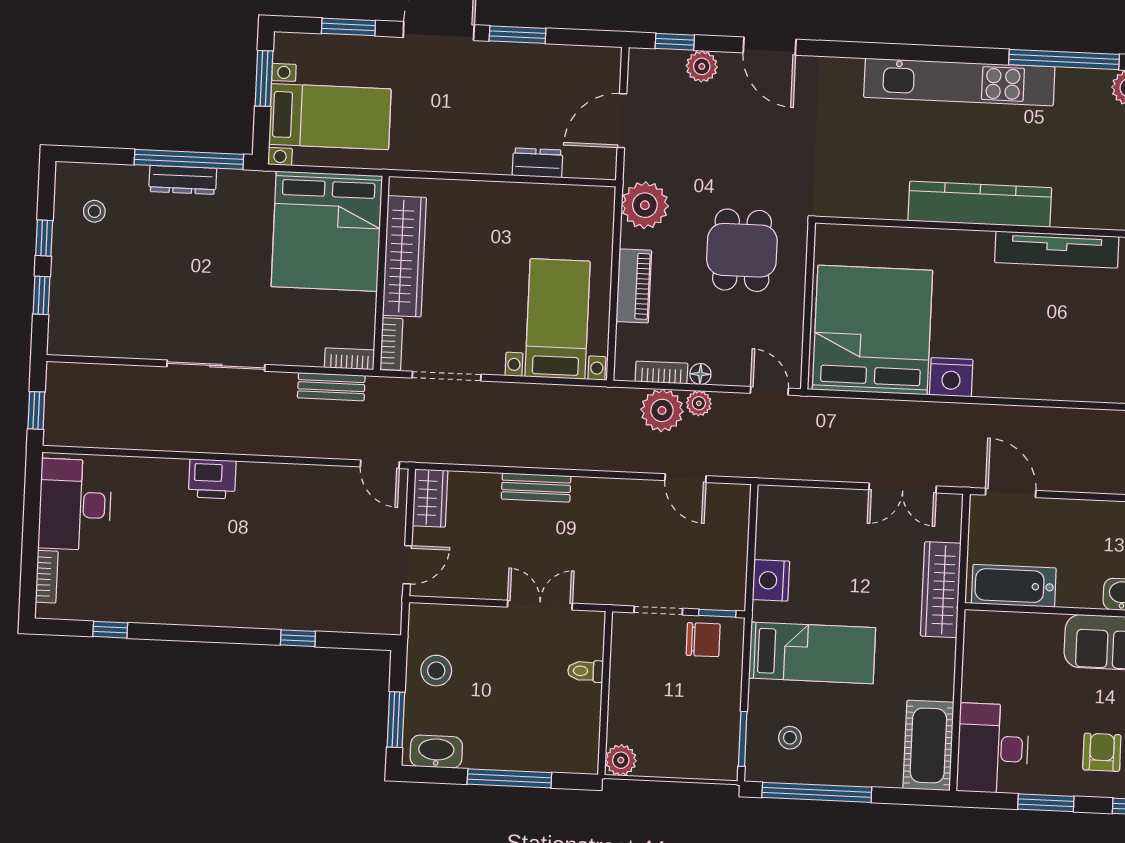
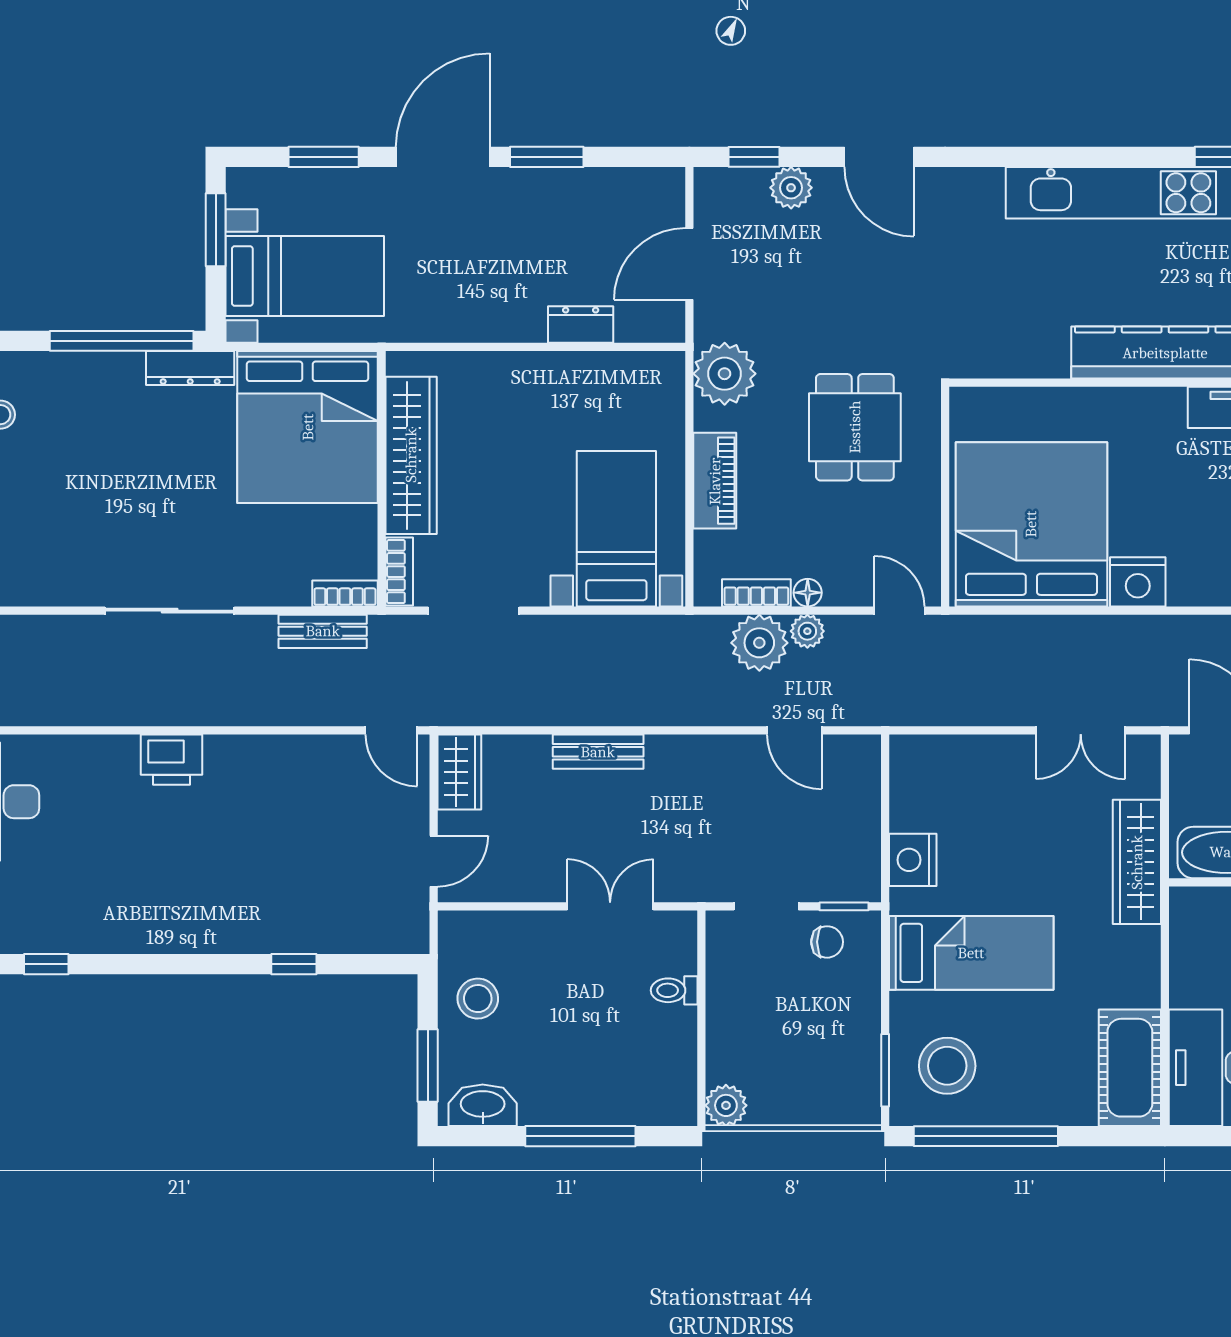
dresser: (183, 180) -> (190, 368), moved
chair: (703, 640) -> (827, 942), width x0.73, depth x0.73
stool: (790, 738) -> (947, 1066), width x1.89, depth x1.89

